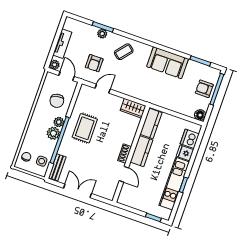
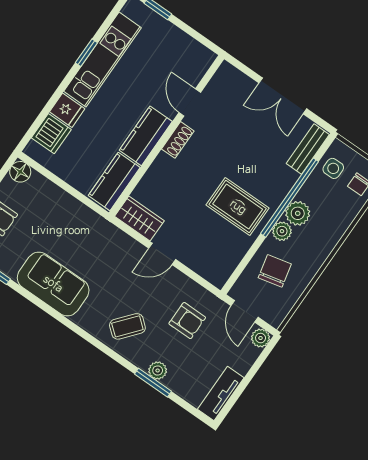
tv unit: (62, 44) -> (221, 394), moved
armchair: (94, 63) -> (187, 321), turned 90
door: (103, 89) -> (162, 254), moved
rug: (85, 128) -> (238, 207), turned 90

